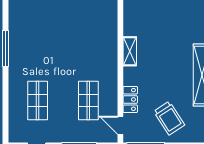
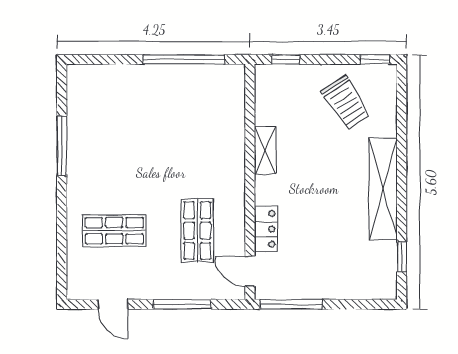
shop shelf: (38, 100) -> (114, 231), turned 90
trolley: (169, 118) -> (346, 103), moved

